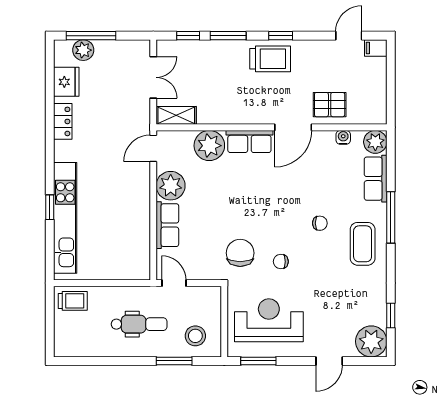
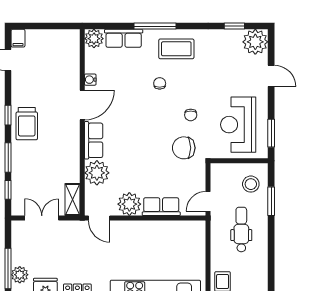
trolley: (270, 59) -> (27, 124), turned 180
pallet: (330, 105) -> (64, 76), removed
door: (293, 127) -> (82, 105), hinge flipped
water cooler: (343, 137) -> (90, 80), moved

